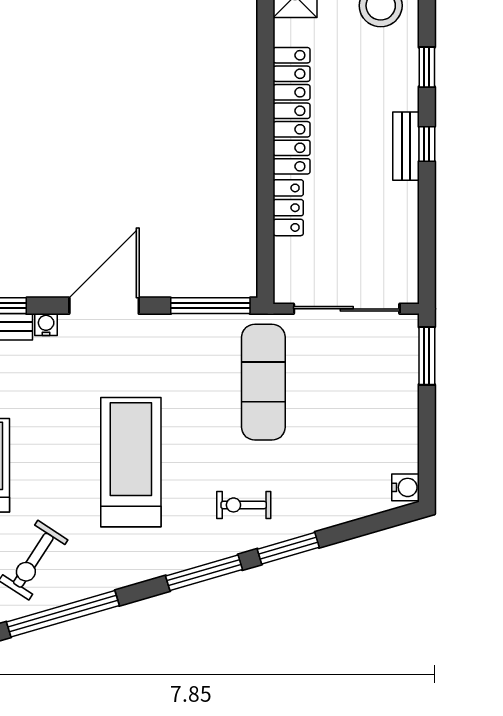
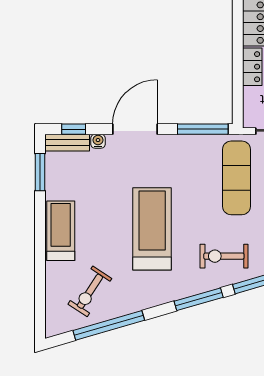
exercise bike: (244, 505) -> (224, 256), width x1.38, depth x1.39

